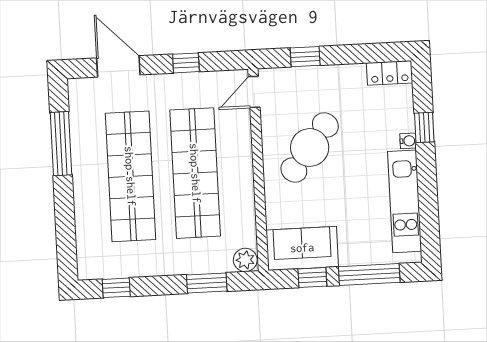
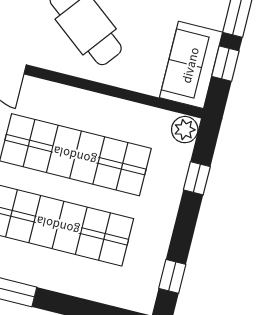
window: (207, 283) -> (197, 178), width x0.67

